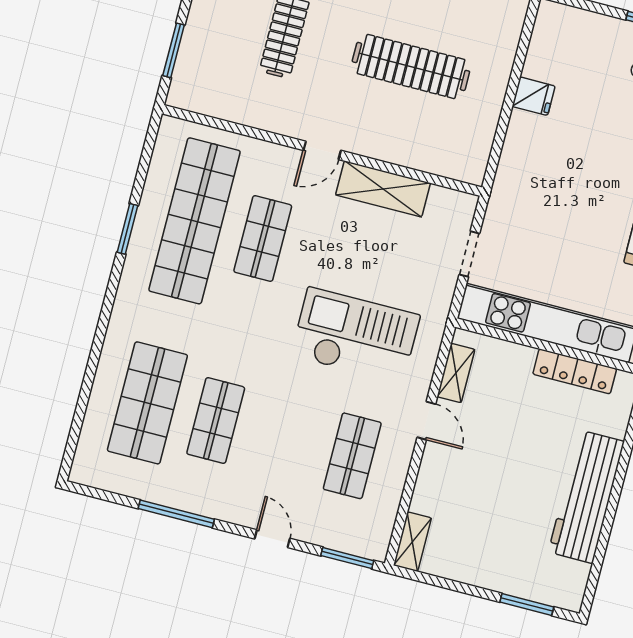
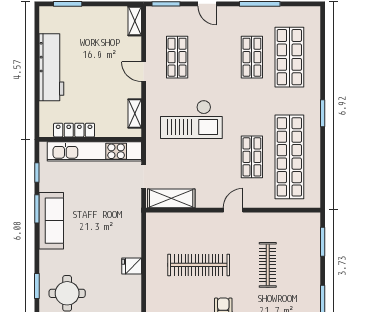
shelving: (383, 189) -> (171, 198), moved
window: (127, 229) -> (323, 113), moved
door: (426, 421) -> (144, 72), moved

